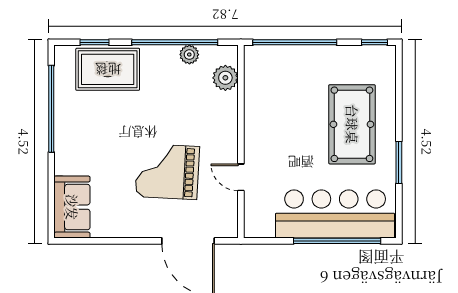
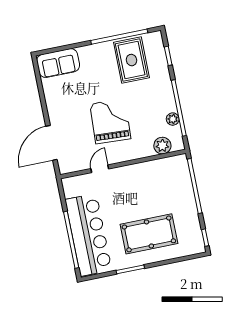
rug: (108, 69) -> (131, 60), moved
grand piano: (167, 172) -> (110, 121), moved

